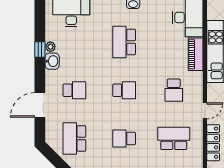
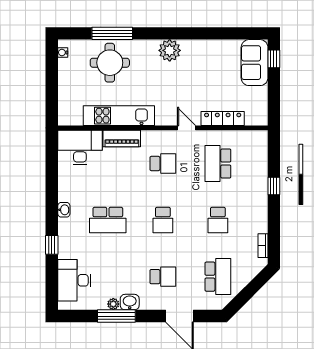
window: (40, 49) -> (116, 316), width x2.17
school desk: (74, 90) -> (163, 277), turned 90
school desk: (124, 90) -> (163, 220), turned 180
school desk: (74, 138) -> (218, 277), turned -90

